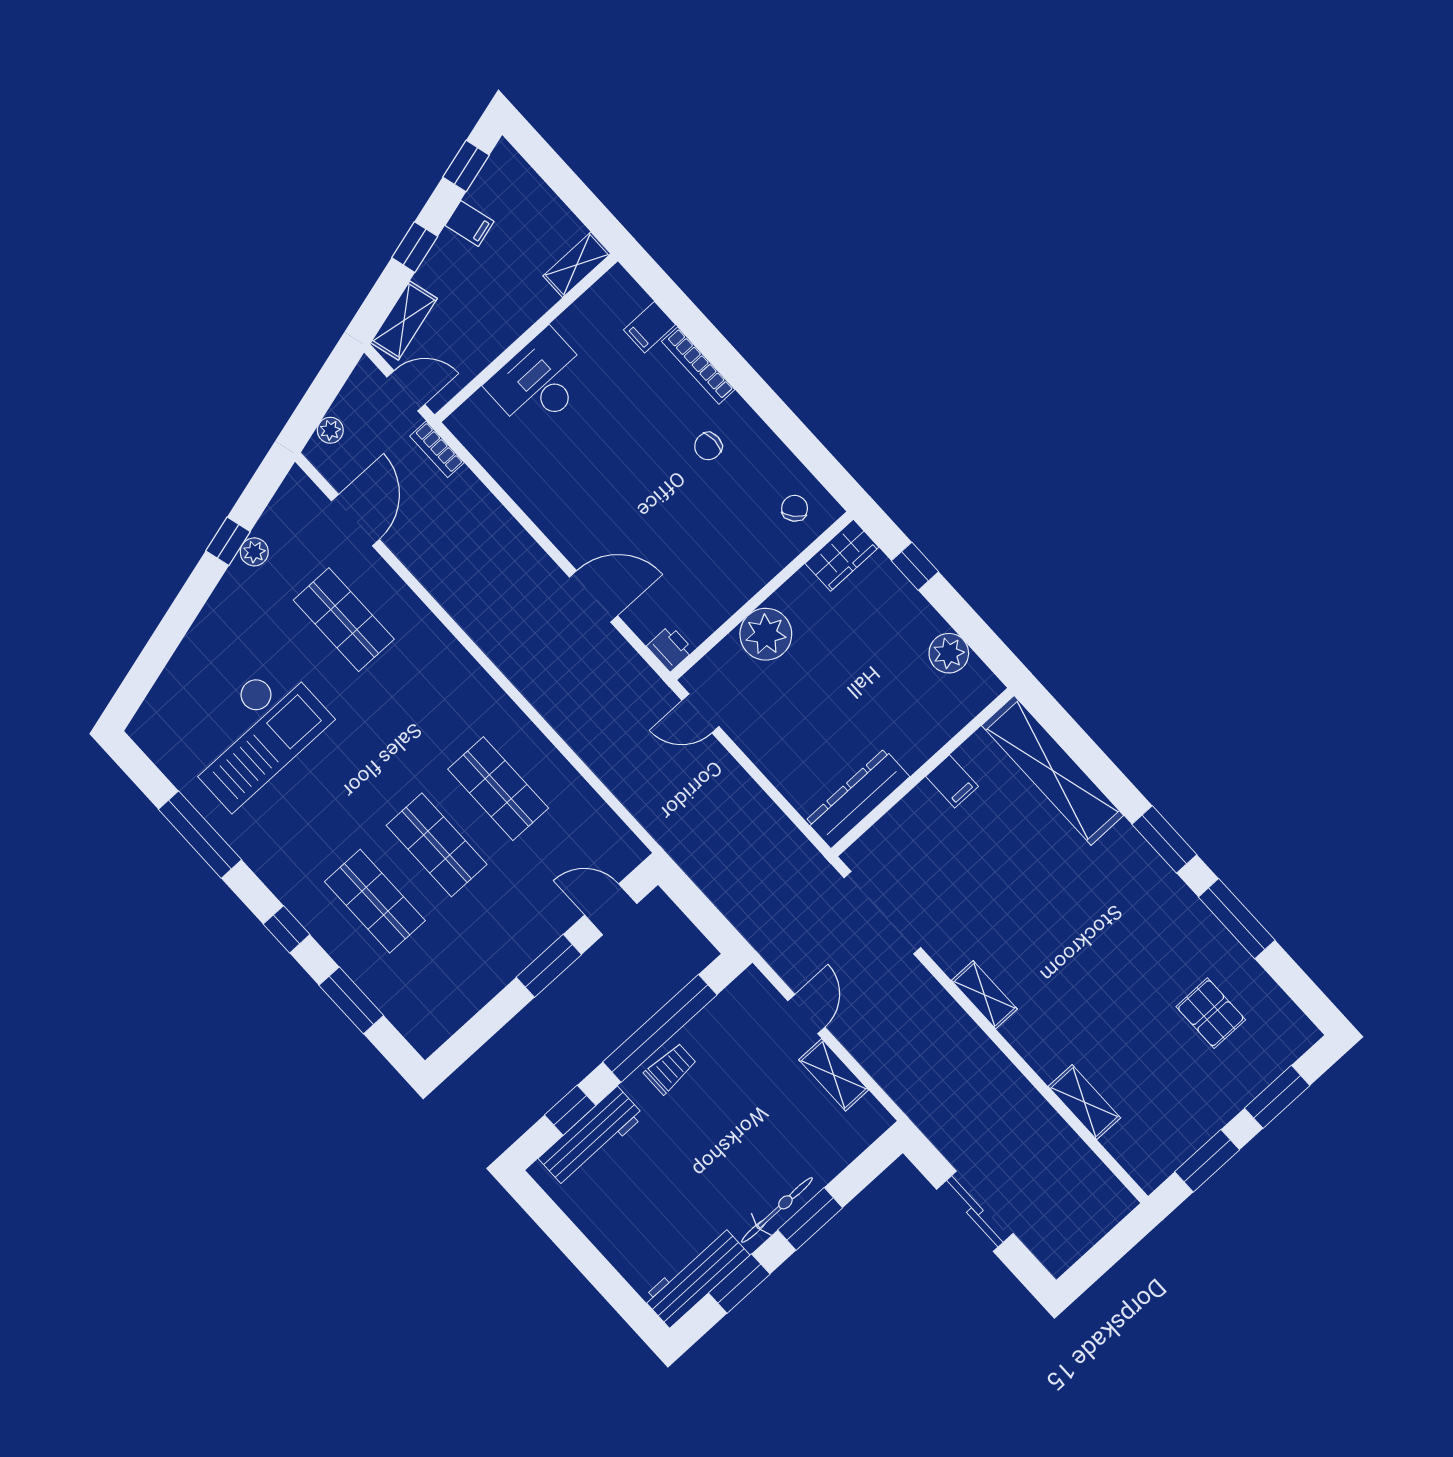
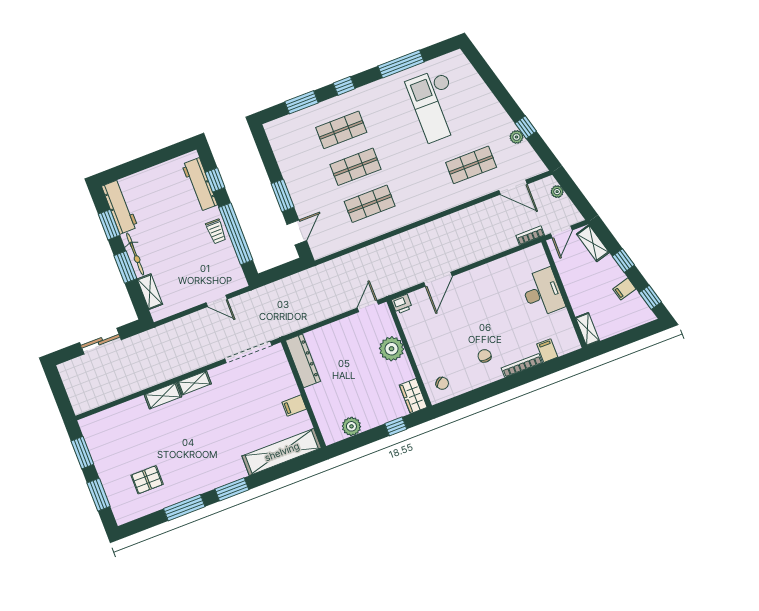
shelving: (834, 1075) -> (150, 292), moved, turned 90
shelving: (1084, 1102) -> (163, 396), moved

